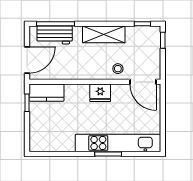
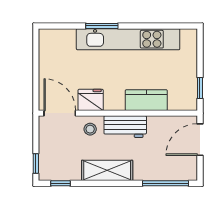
workbench: (55, 35) -> (125, 127), moved, turned 180
kitchen counter: (46, 93) -> (146, 100), moved
fridge: (100, 93) -> (91, 100), moved
kitchen unit: (118, 143) -> (128, 39), moved

